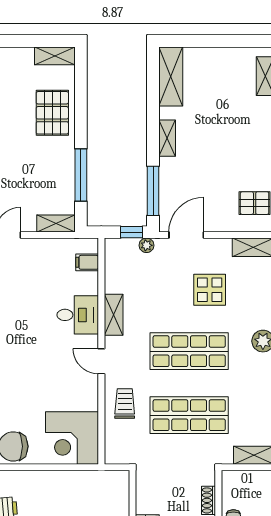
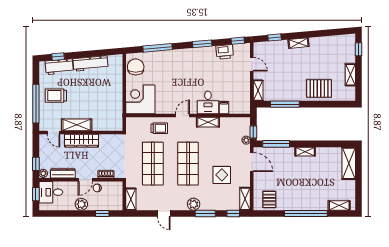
shelving: (55, 56) -> (350, 75), moved
shelving: (171, 76) -> (349, 163), moved, turned 90
filing cabinet: (87, 262) -> (224, 108), moved

